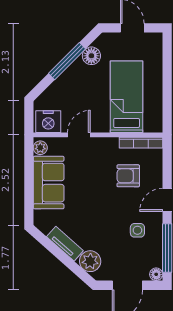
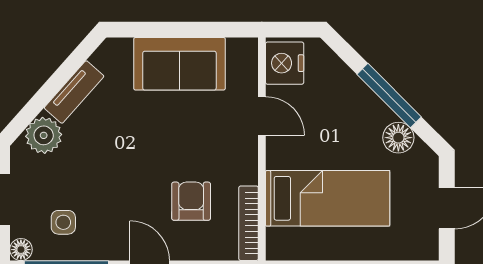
plant: (40, 148) -> (240, 49), removed
side table: (137, 230) -> (63, 222), moved

